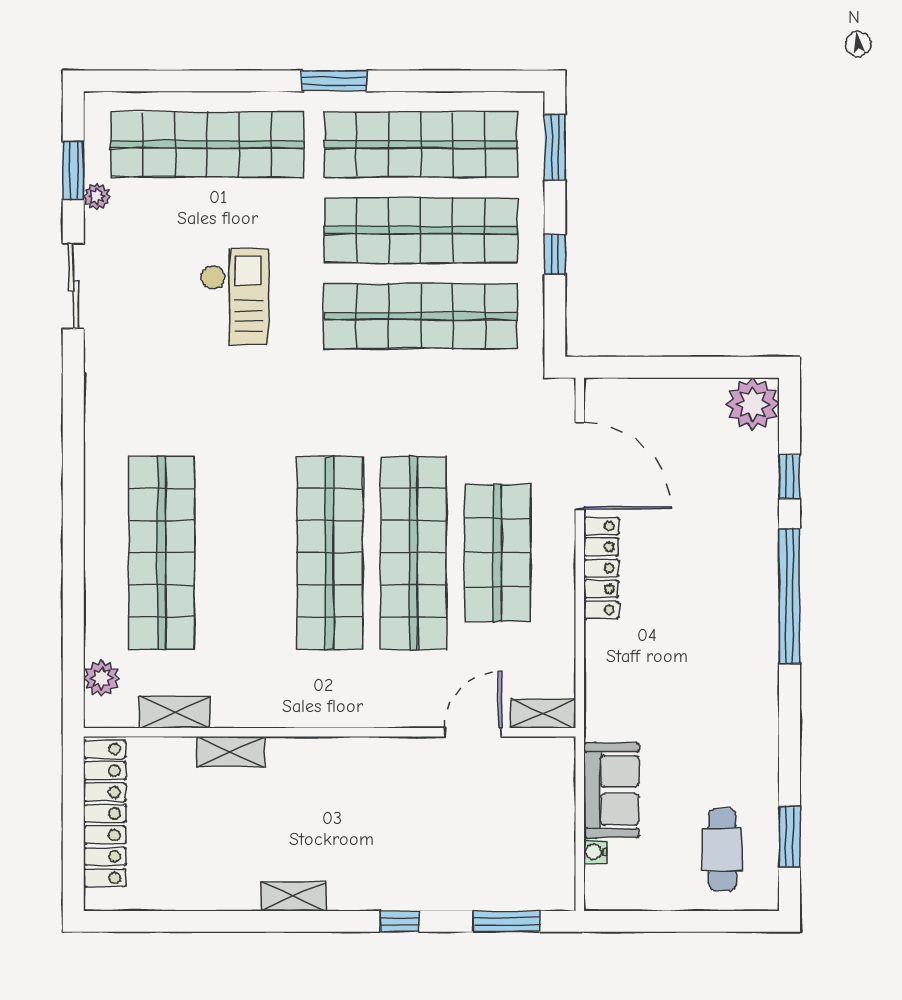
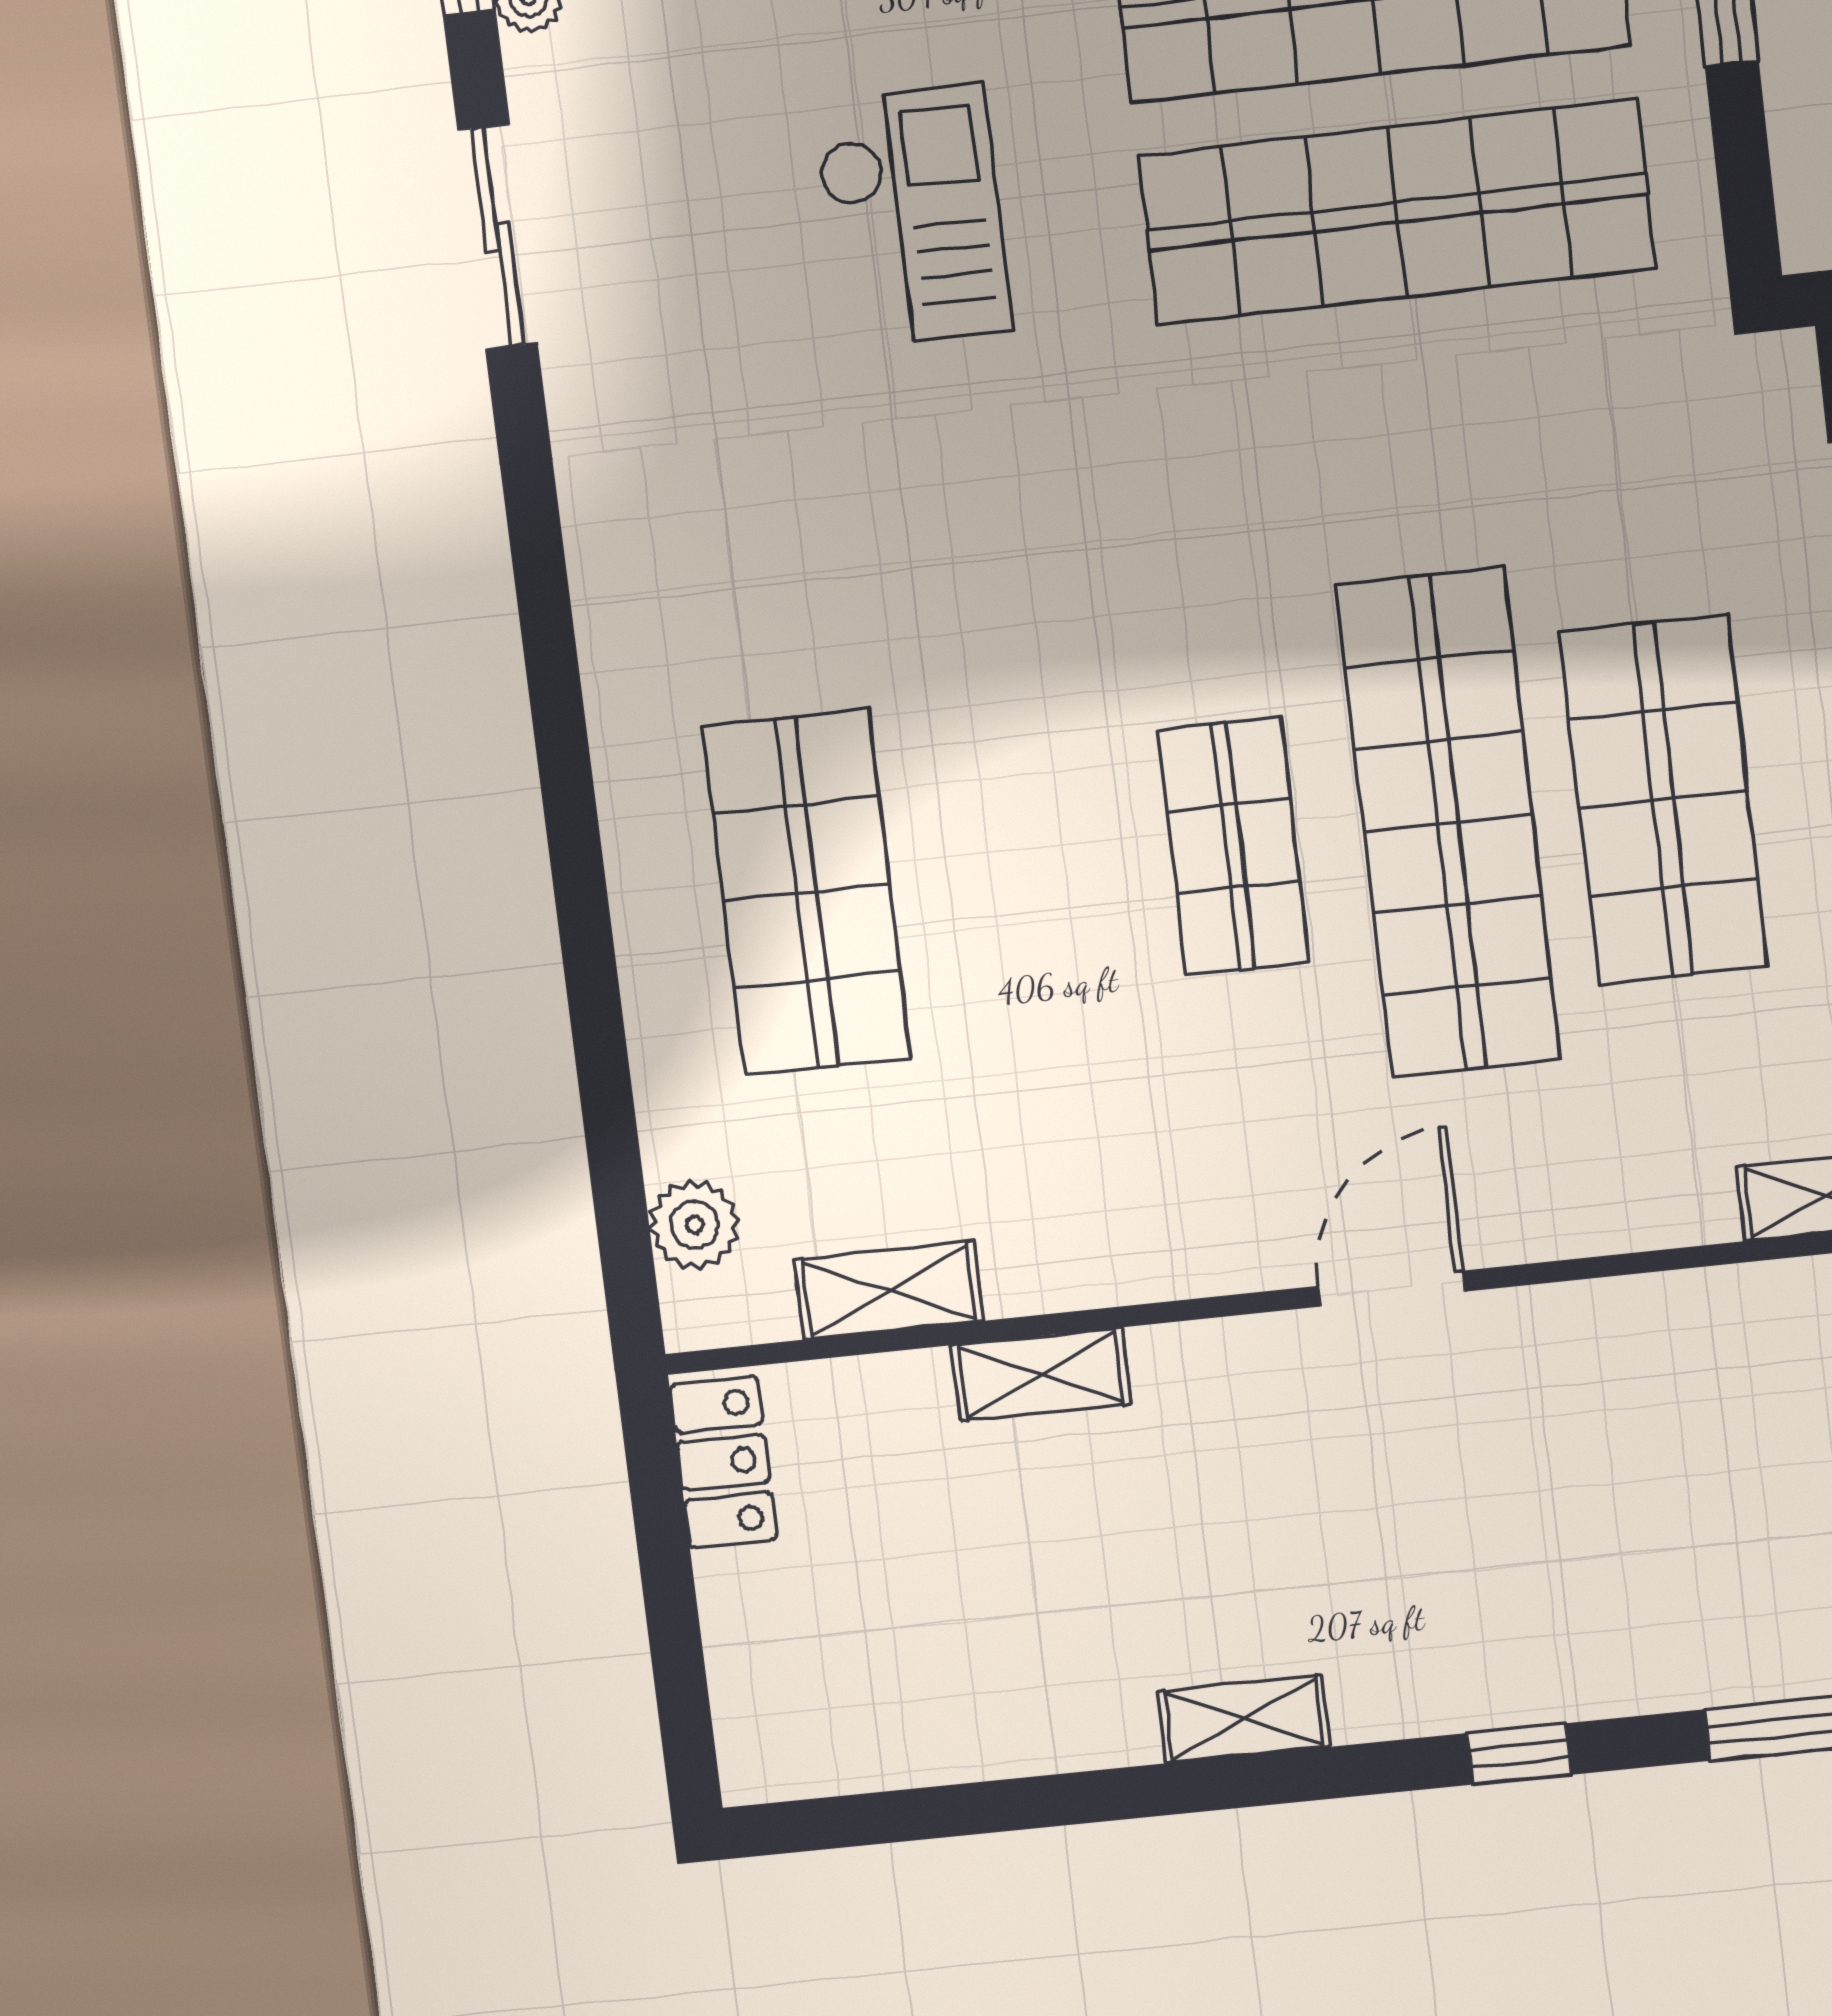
shop shelf: (162, 553) -> (807, 893), width x0.71
shop shelf: (330, 553) -> (1233, 846), width x0.50, depth x0.74
door: (473, 732) -> (1391, 1289), moved
locker: (105, 814) -> (723, 1462), width x0.46, depth x0.83

